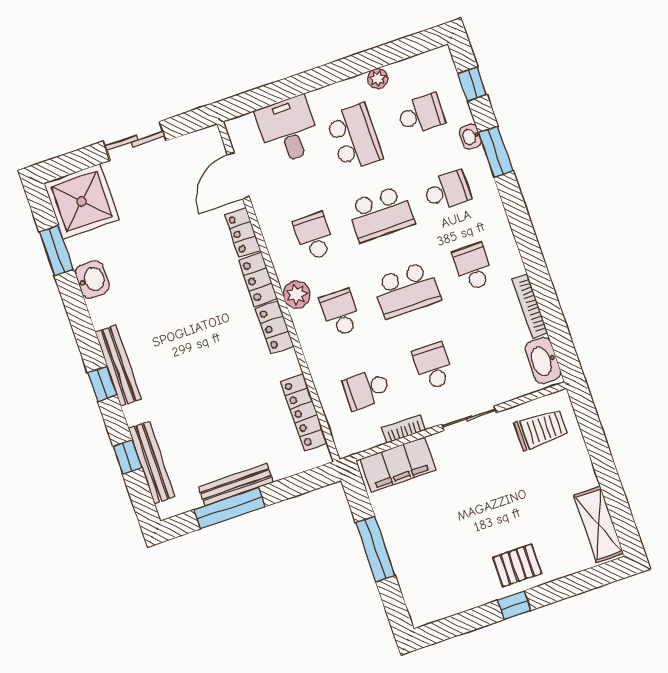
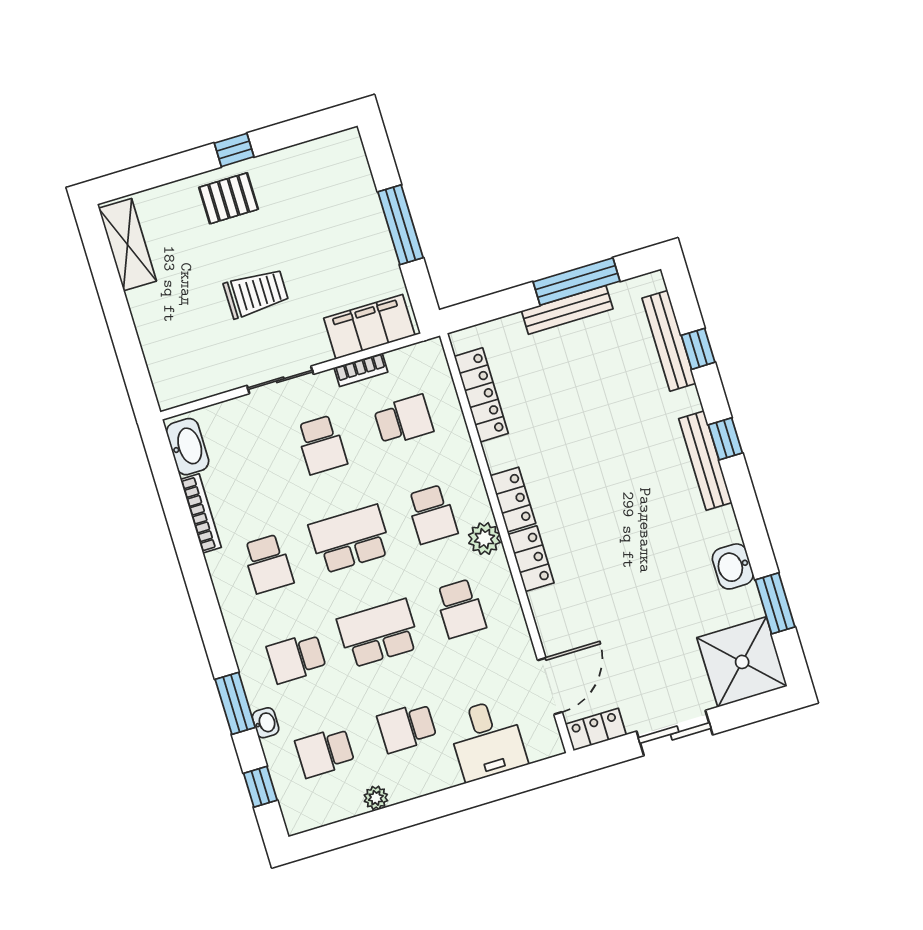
school desk: (354, 137) -> (407, 727), width x0.54
locker: (243, 233) -> (596, 730), moved, turned -90
trolley: (541, 430) -> (256, 293), moved, turned 180

